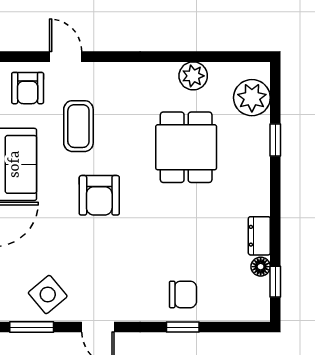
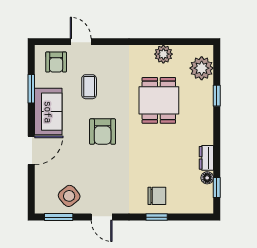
coffee table: (78, 126) -> (89, 87), width x0.73, depth x0.77

